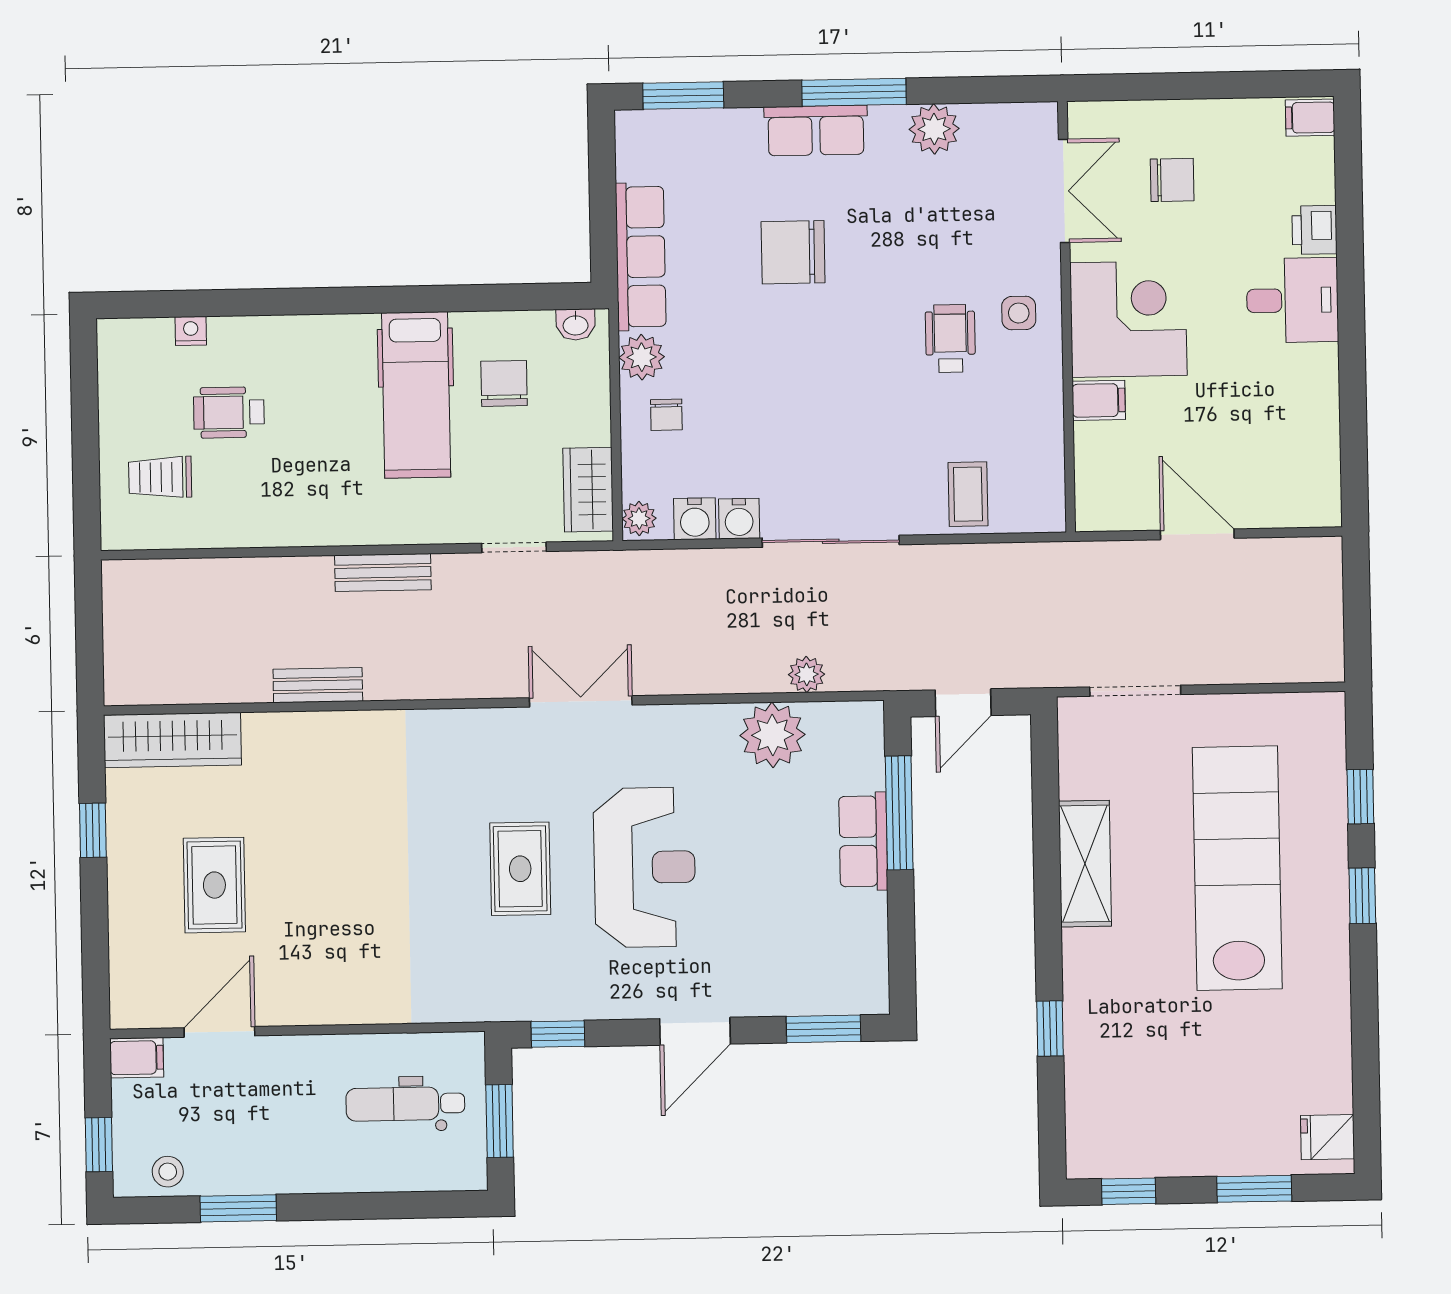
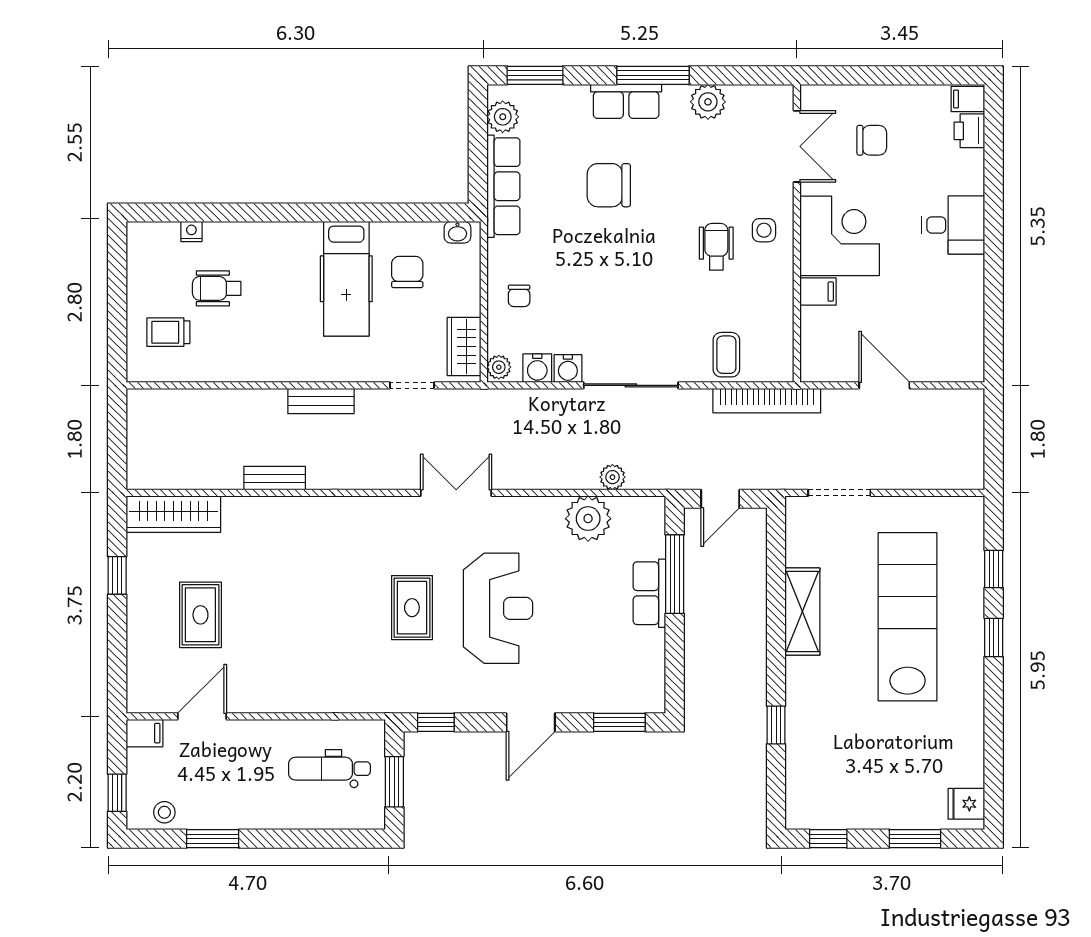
printer: (1314, 230) -> (969, 131), moved
plant: (642, 357) -> (503, 117), moved
bookcase: (1028, 560) -> (767, 401), added

